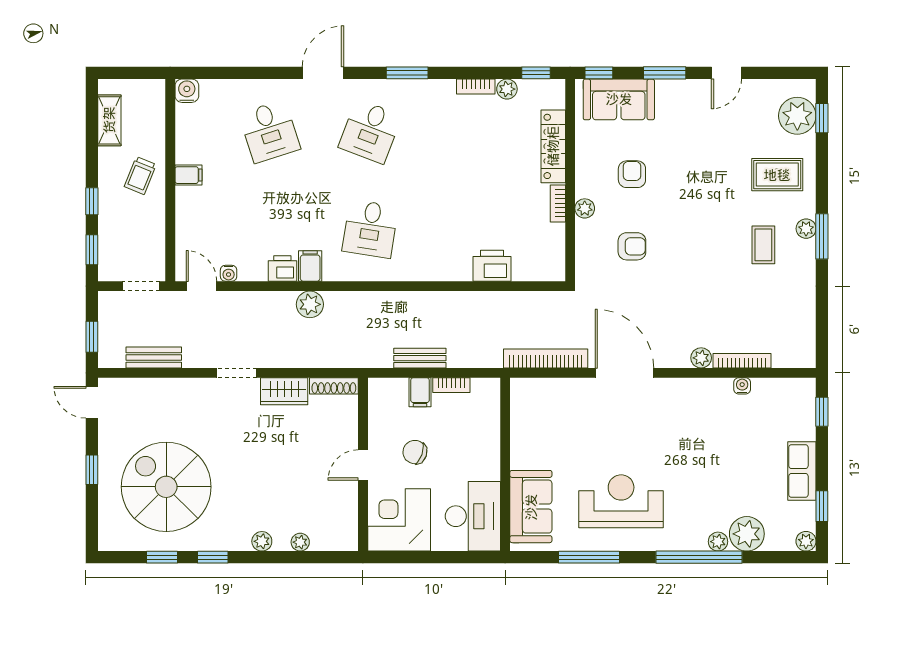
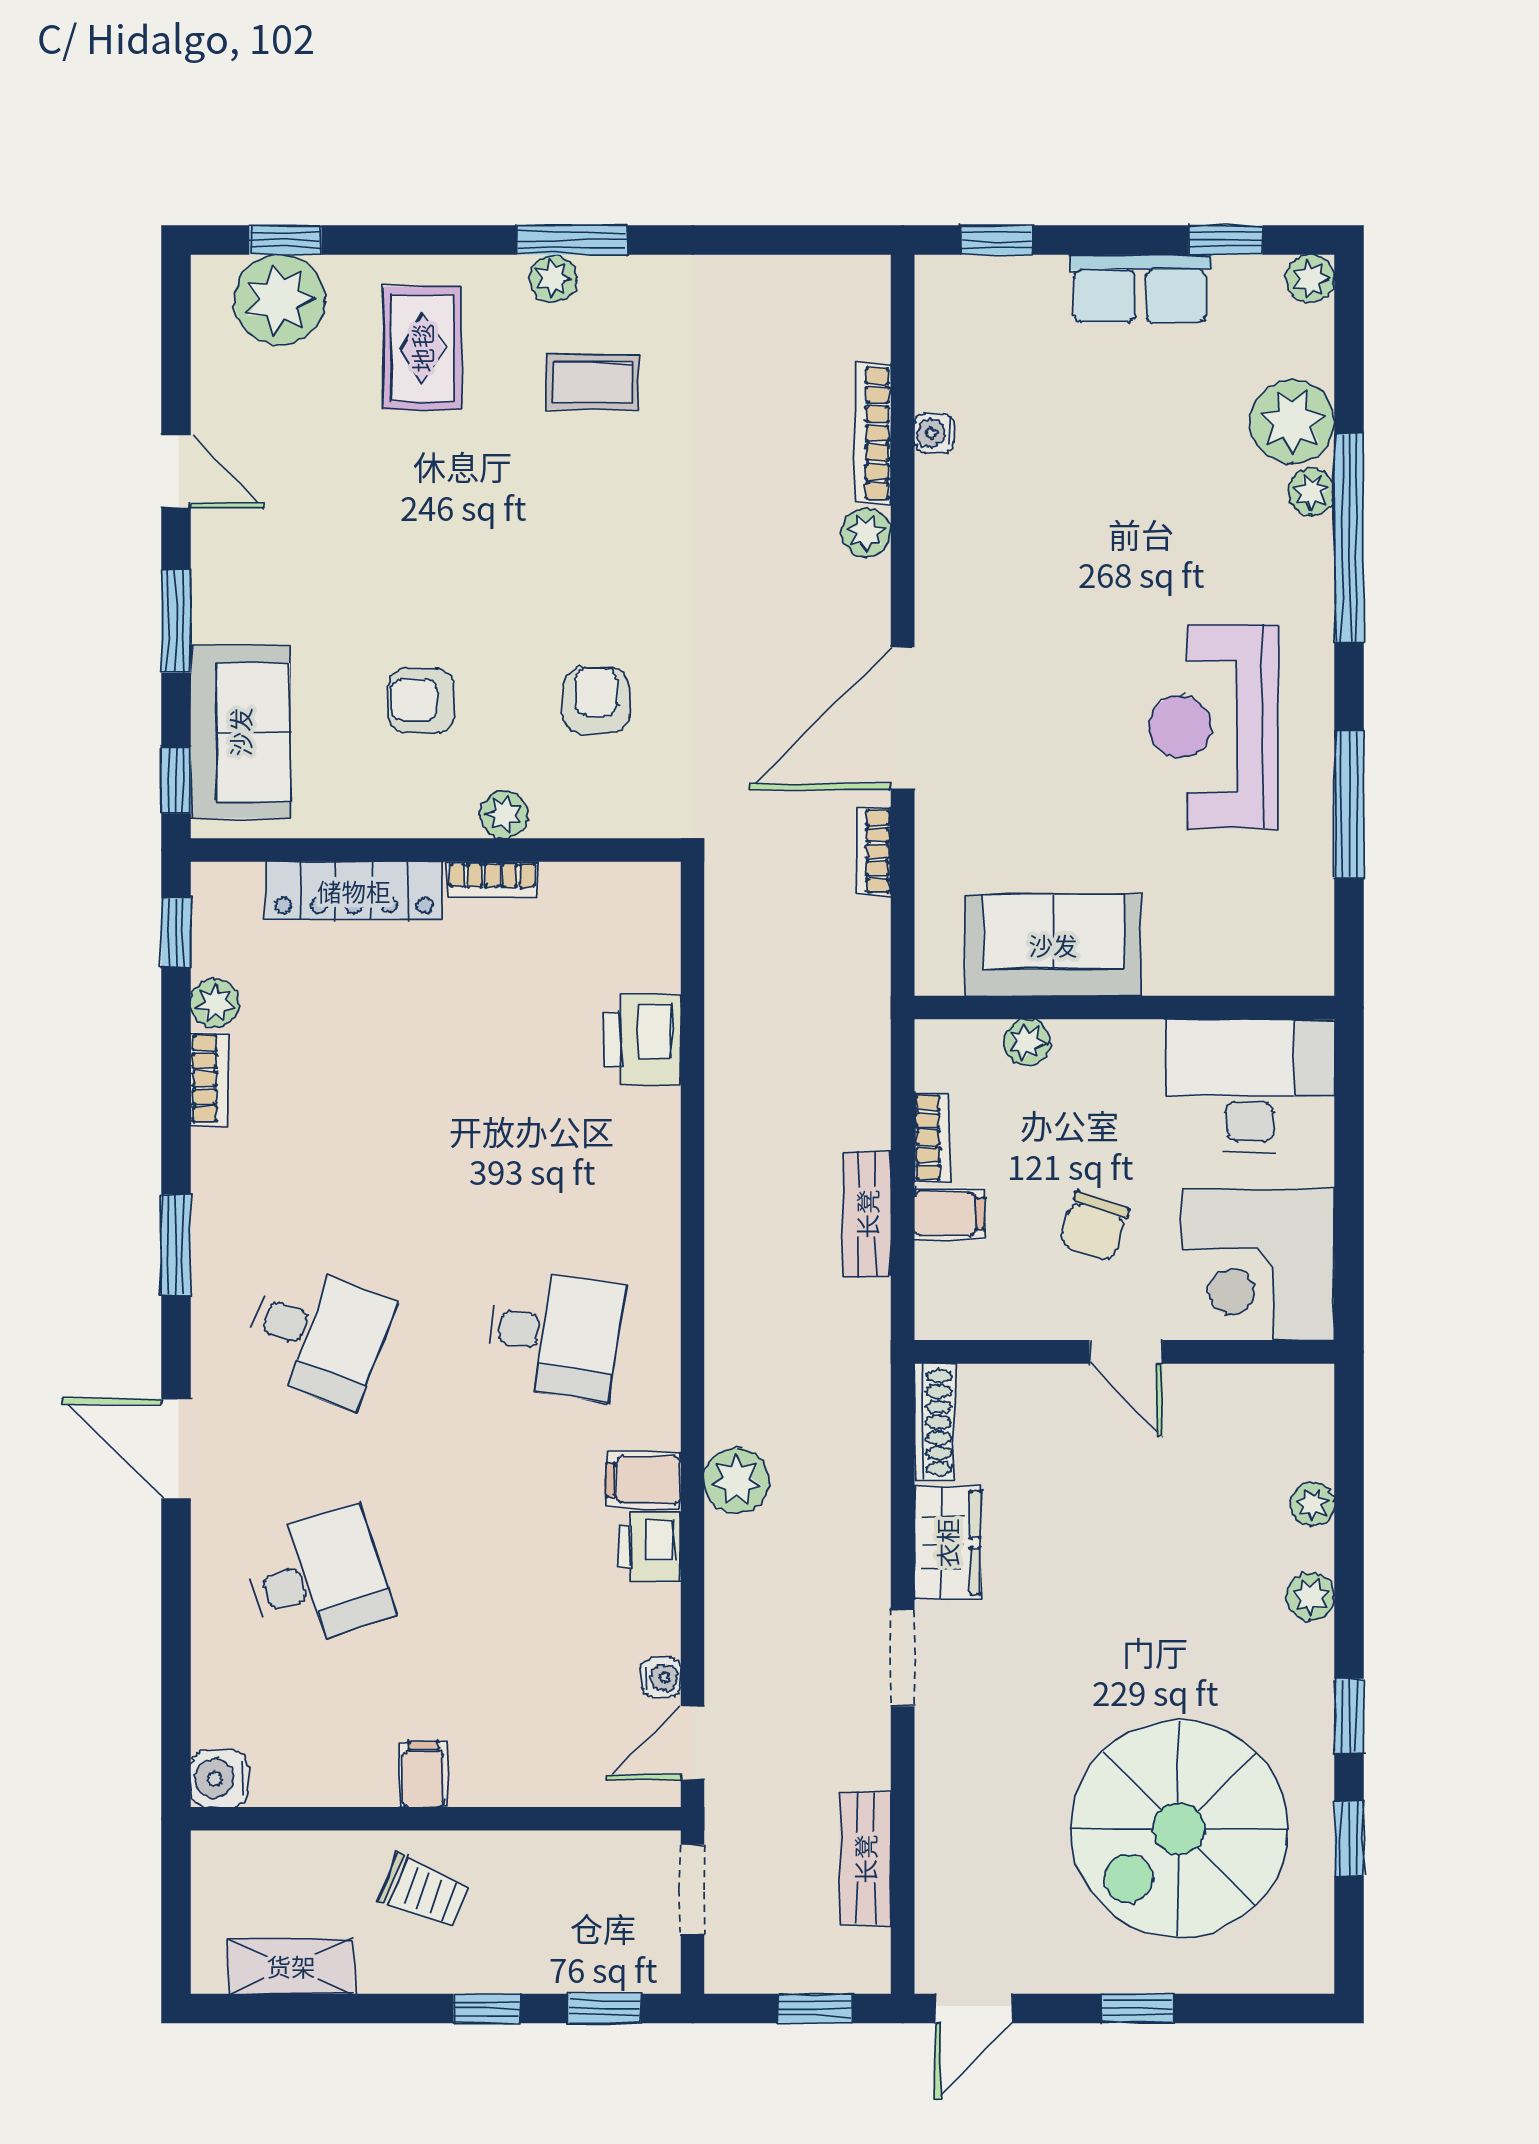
bookcase: (546, 359) -> (873, 852), width x0.43, depth x0.76
plant: (491, 424) -> (1027, 1042), added
sofa: (531, 507) -> (1053, 945), moved

